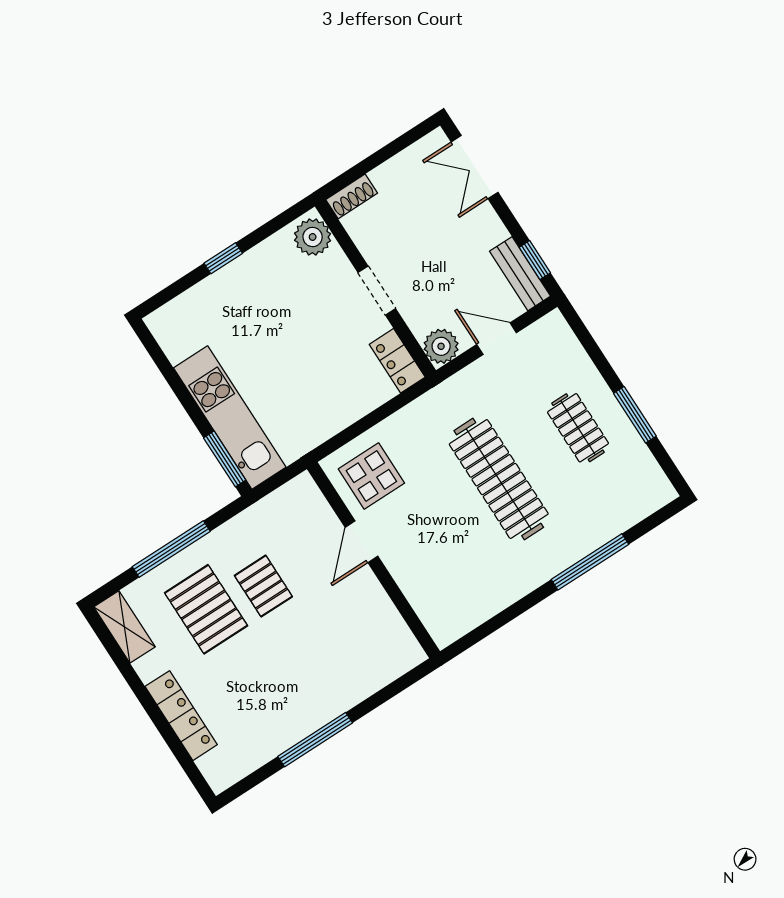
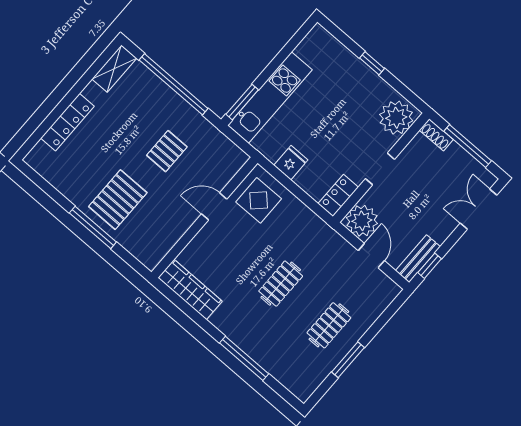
window: (380, 157) -> (468, 146), added
plant: (313, 237) -> (396, 118), width x1.36, depth x1.36
plant: (441, 346) -> (362, 221), width x1.36, depth x1.36
fridge: (331, 415) -> (291, 163), added
clothes rail: (499, 479) -> (281, 284), width x0.54, depth x0.76
window: (171, 549) -> (174, 84), width x1.46
pallet: (206, 609) -> (118, 200), moved
wardrobe: (470, 610) -> (190, 290), added
window: (315, 740) -> (93, 227), moved

